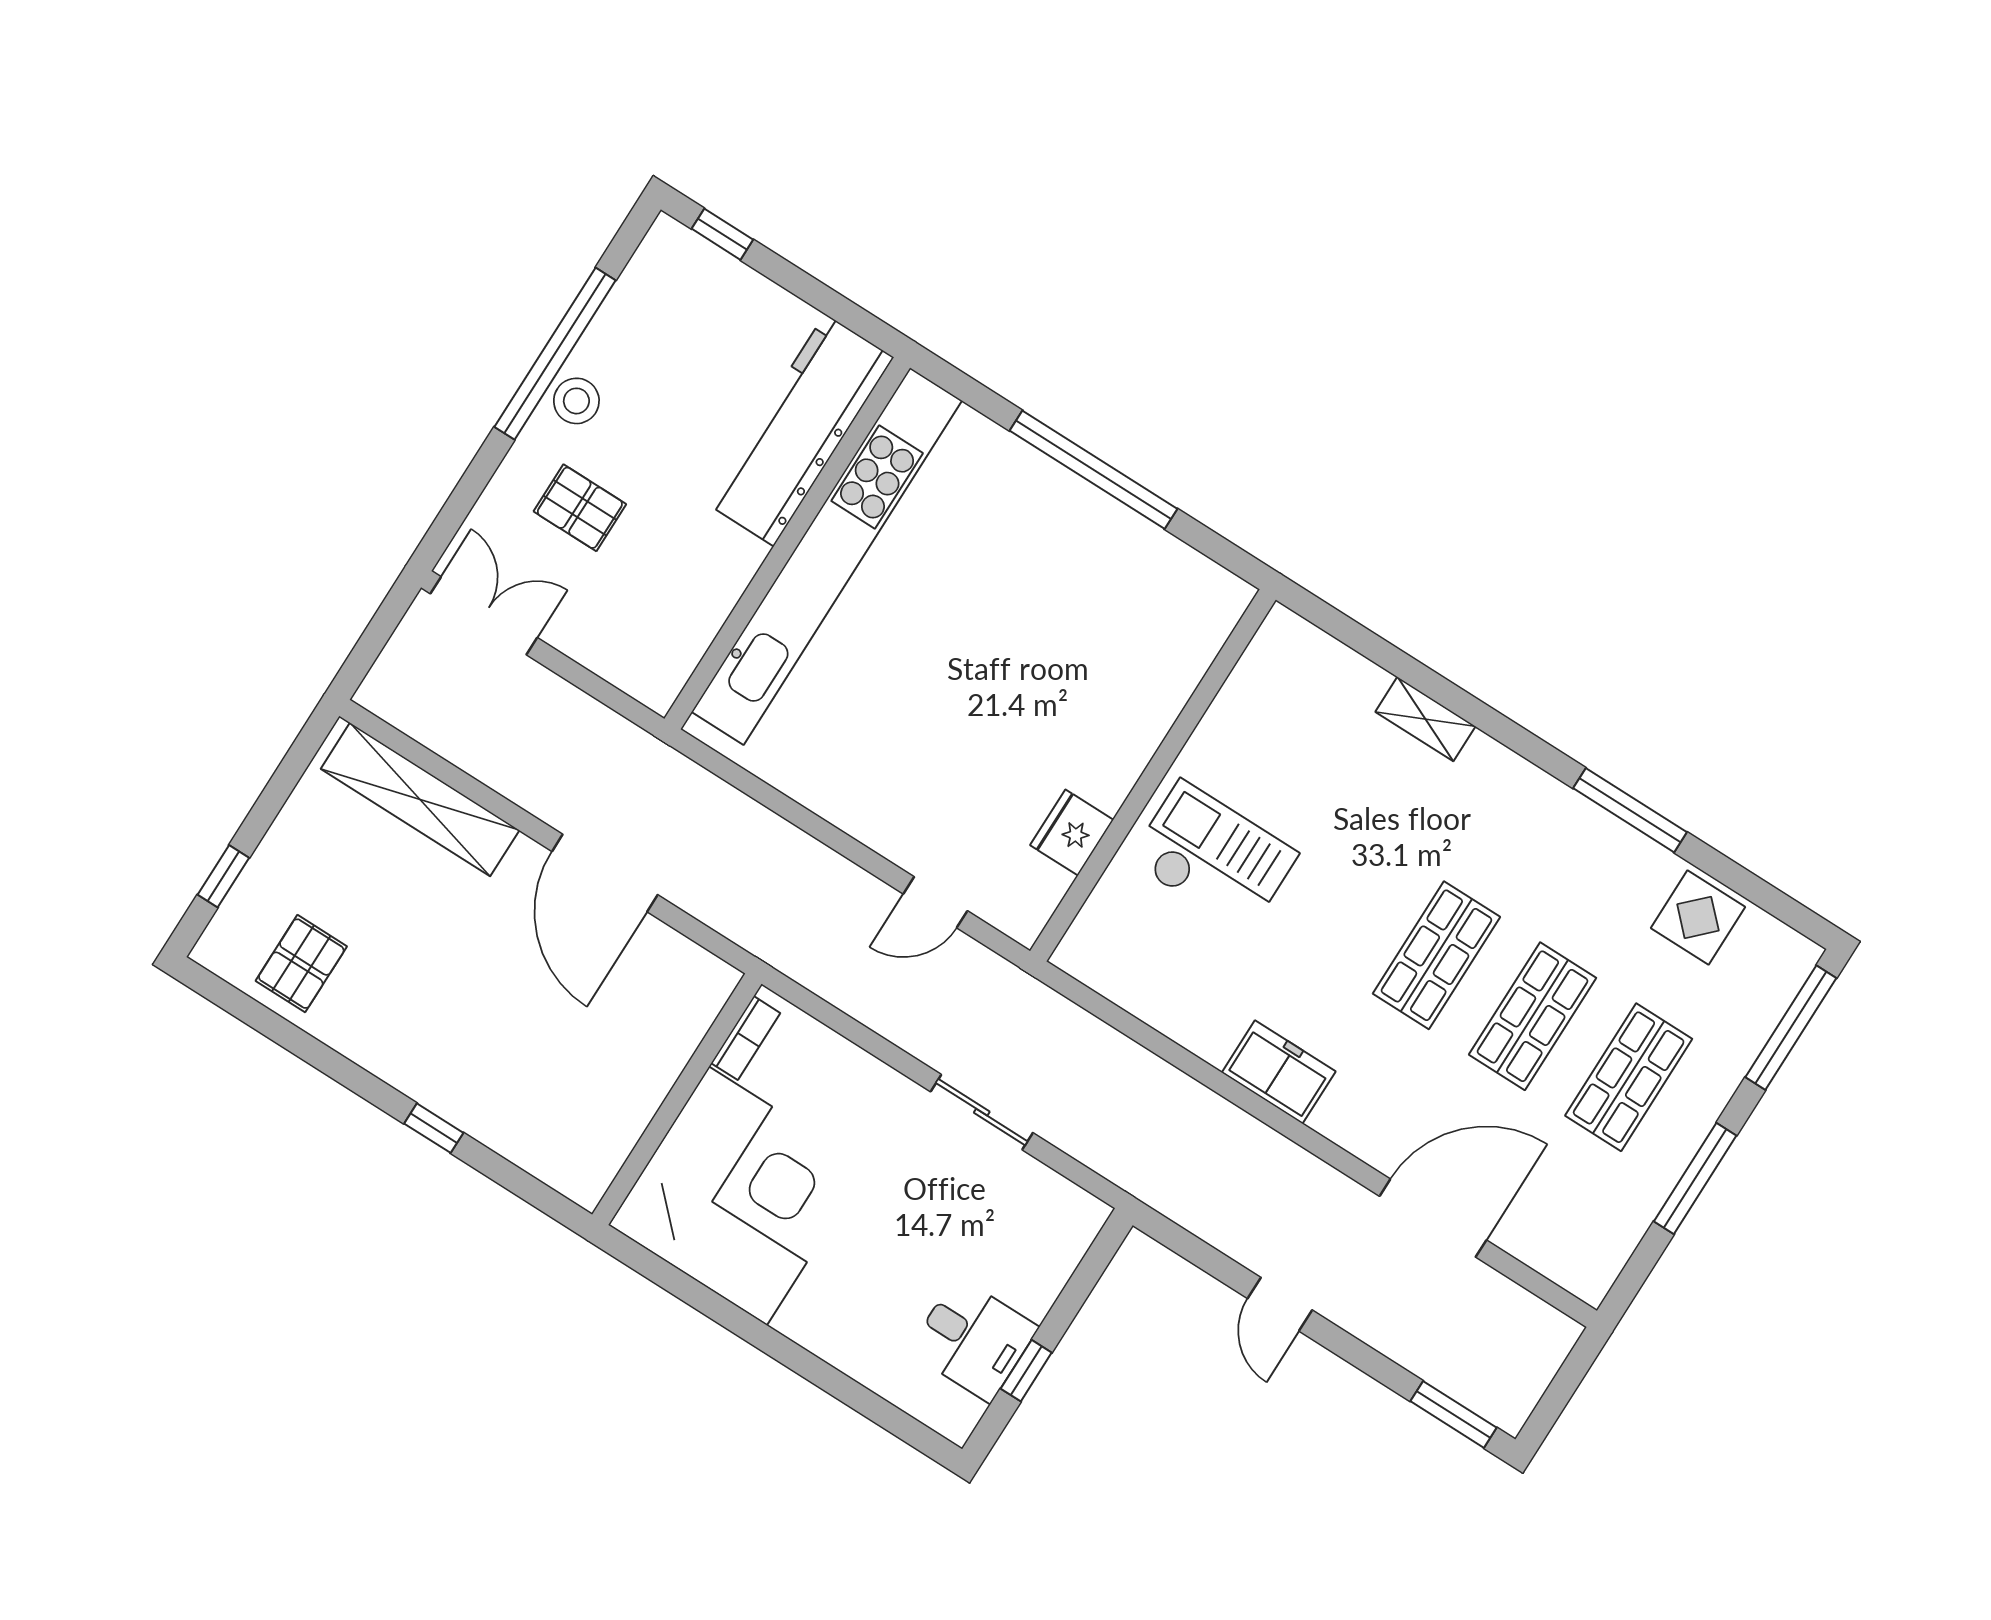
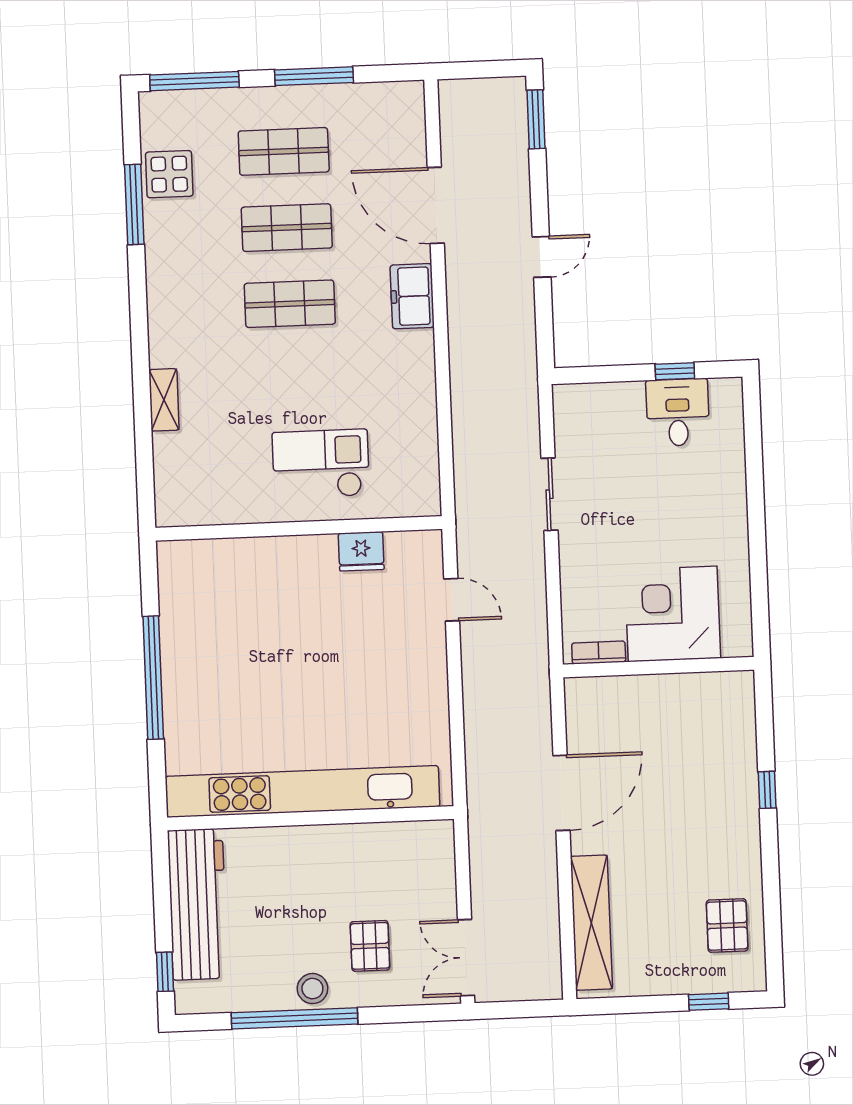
workbench: (799, 430) -> (198, 904), moved, turned -90
window: (1630, 810) -> (134, 204), moved
checkout: (1213, 857) -> (321, 464), turned 90
pallet: (301, 964) -> (727, 926), turned 90
freezer: (1279, 1072) -> (412, 296), moved
corner desk: (738, 1196) -> (673, 614), width x0.74, depth x0.74

